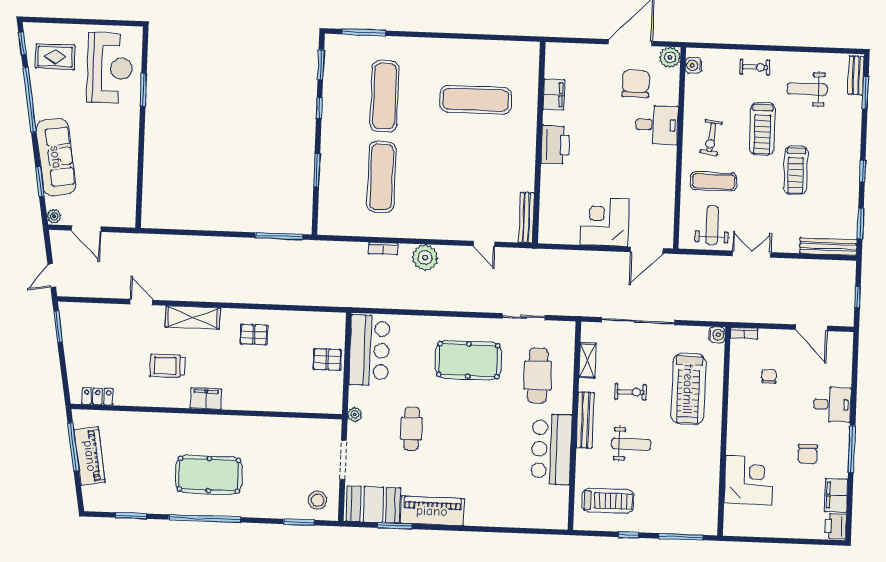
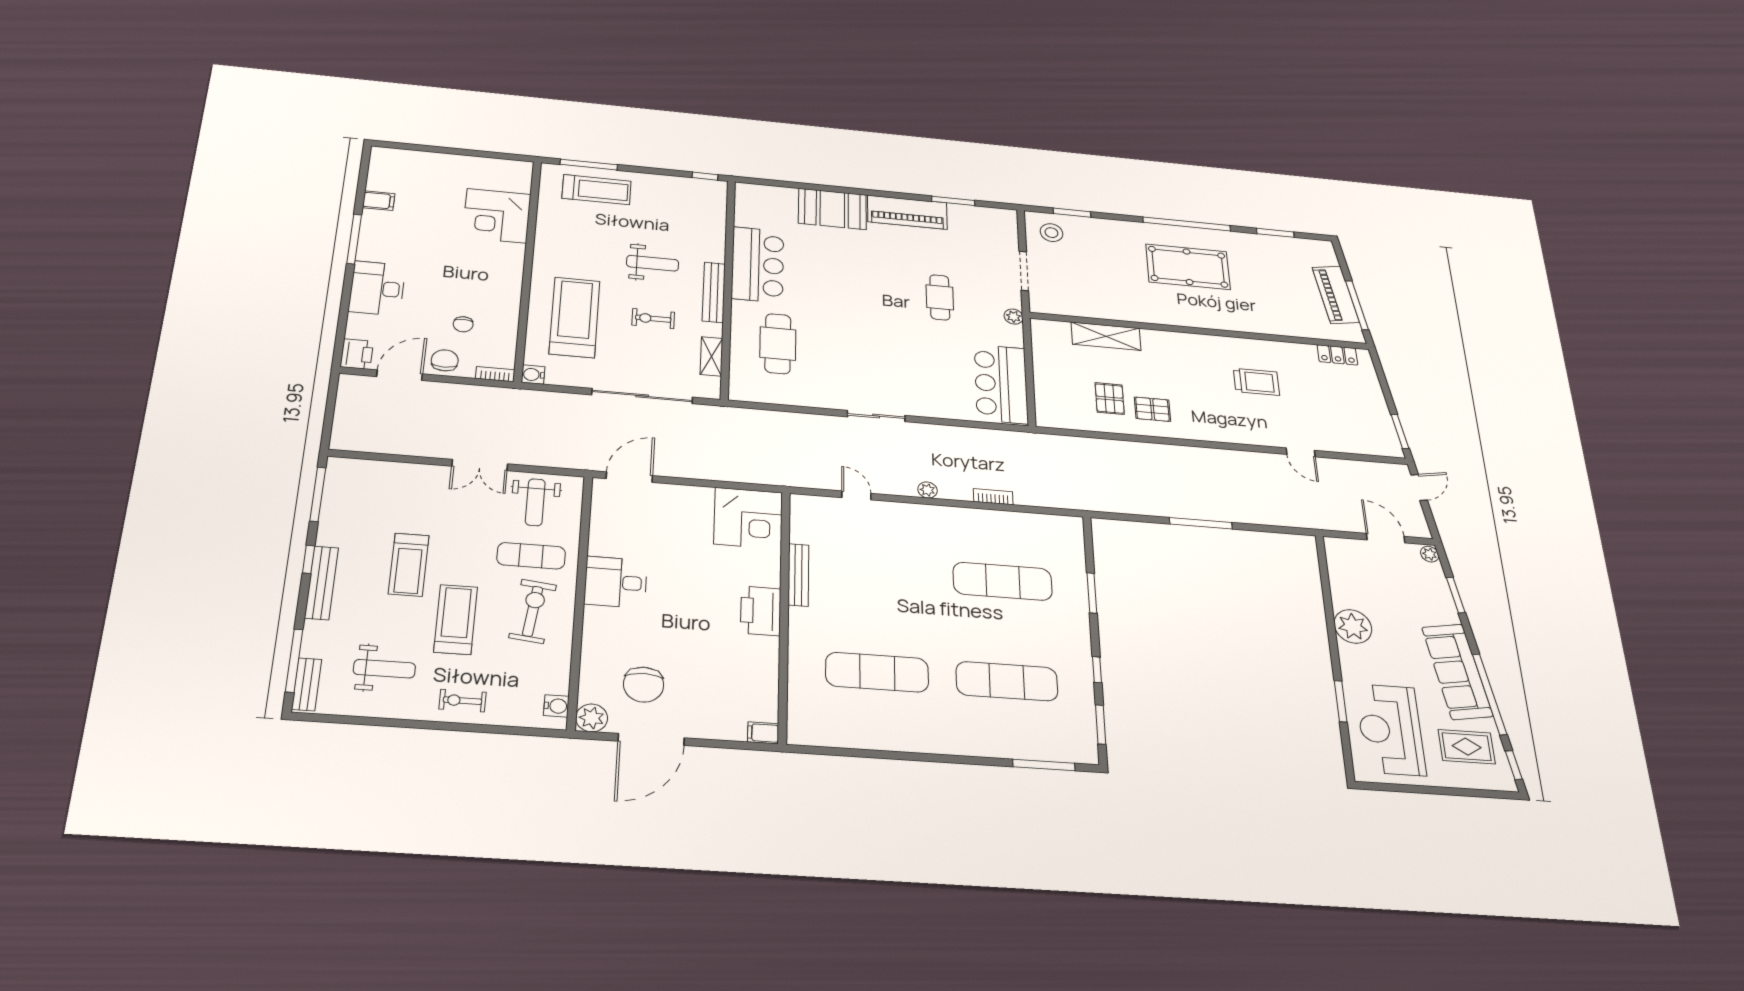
window: (865, 93) -> (294, 661), width x1.44
filing cabinet: (554, 95) -> (763, 733), moved, width x0.50
exercise mat: (385, 96) -> (1007, 681), turned 90
desk: (657, 125) -> (616, 582), moved
exercise bike: (711, 137) -> (533, 611), width x1.38, depth x1.39
plant: (124, 151) -> (1353, 626), added
sofa: (56, 157) -> (1457, 672), moved
treadmill: (796, 170) -> (409, 565), turned 180
exercise mat: (381, 177) -> (1003, 581), turned 90
bench: (526, 218) -> (798, 575), moved
corner desk: (605, 222) -> (748, 518), moved
window: (860, 224) -> (318, 494), width x1.44
window: (279, 236) -> (1201, 523), moved
bench: (828, 246) -> (321, 583), moved, turned 90
plant: (425, 258) -> (928, 490), width x0.53, depth x0.53
window: (858, 297) -> (330, 407), removed
shelving: (193, 317) -> (1106, 336), moved
sliding door: (524, 317) -> (876, 416), moved
door: (811, 328) -> (400, 375), hinge flipped
pallet: (327, 359) -> (1110, 399), moved, turned 90
pool table: (468, 360) -> (871, 366), removed
filing cabinet: (206, 399) -> (1203, 344), removed
desk: (832, 405) -> (377, 288), width x1.37
weight bench: (631, 444) -> (653, 263), turned 180
chair: (808, 454) -> (445, 360), moved
filing cabinet: (836, 495) -> (379, 201), width x0.50
treadmill: (608, 501) -> (597, 190), moved, turned 180
booth: (373, 504) -> (832, 209), moved
printer: (836, 526) -> (357, 354), moved
window: (628, 535) -> (705, 176), moved

